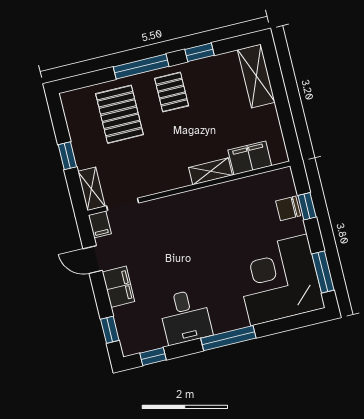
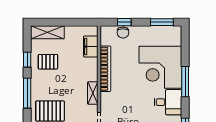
pallet: (172, 92) -> (48, 62), moved
shelving: (211, 171) -> (93, 93), moved
bookcase: (217, 193) -> (105, 69), added
corner desk: (279, 280) -> (160, 67), moved

